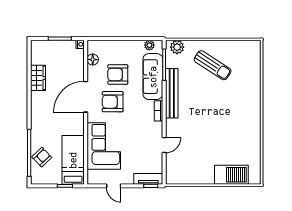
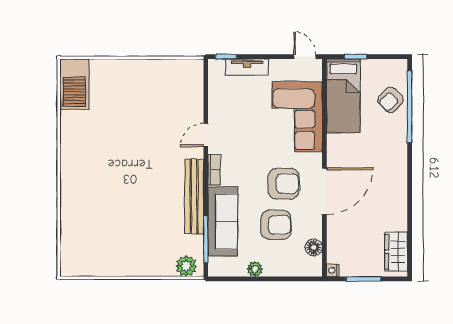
plant: (149, 45) -> (255, 269), moved
sun lounger: (213, 65) -> (133, 239), removed
wardrobe: (38, 78) -> (396, 252), moved
door: (164, 145) -> (206, 135), moved
barbecue: (231, 175) -> (74, 84), moved, turned -90
tv unit: (148, 179) -> (247, 67), moved
door: (114, 186) -> (305, 57), moved

